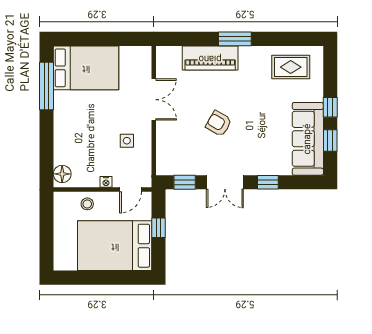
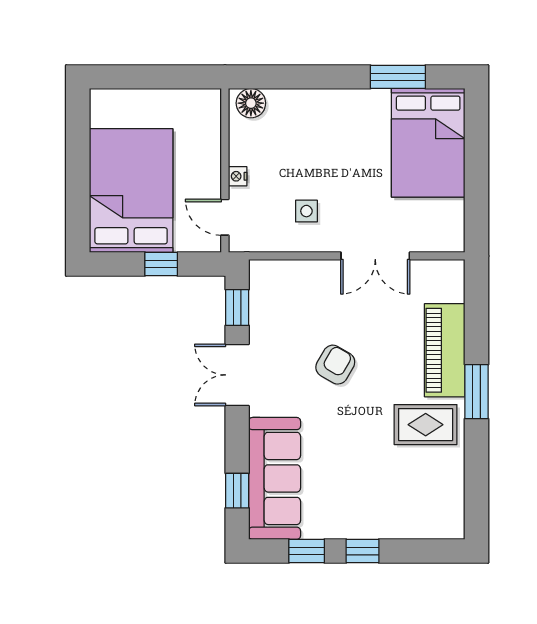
rug: (291, 67) -> (426, 425), moved, turned 90
window: (46, 86) -> (398, 77), width x0.69
sofa: (308, 139) -> (275, 478), moved, turned 90
window: (268, 182) -> (237, 491), moved
stool: (87, 204) -> (201, 145), removed

